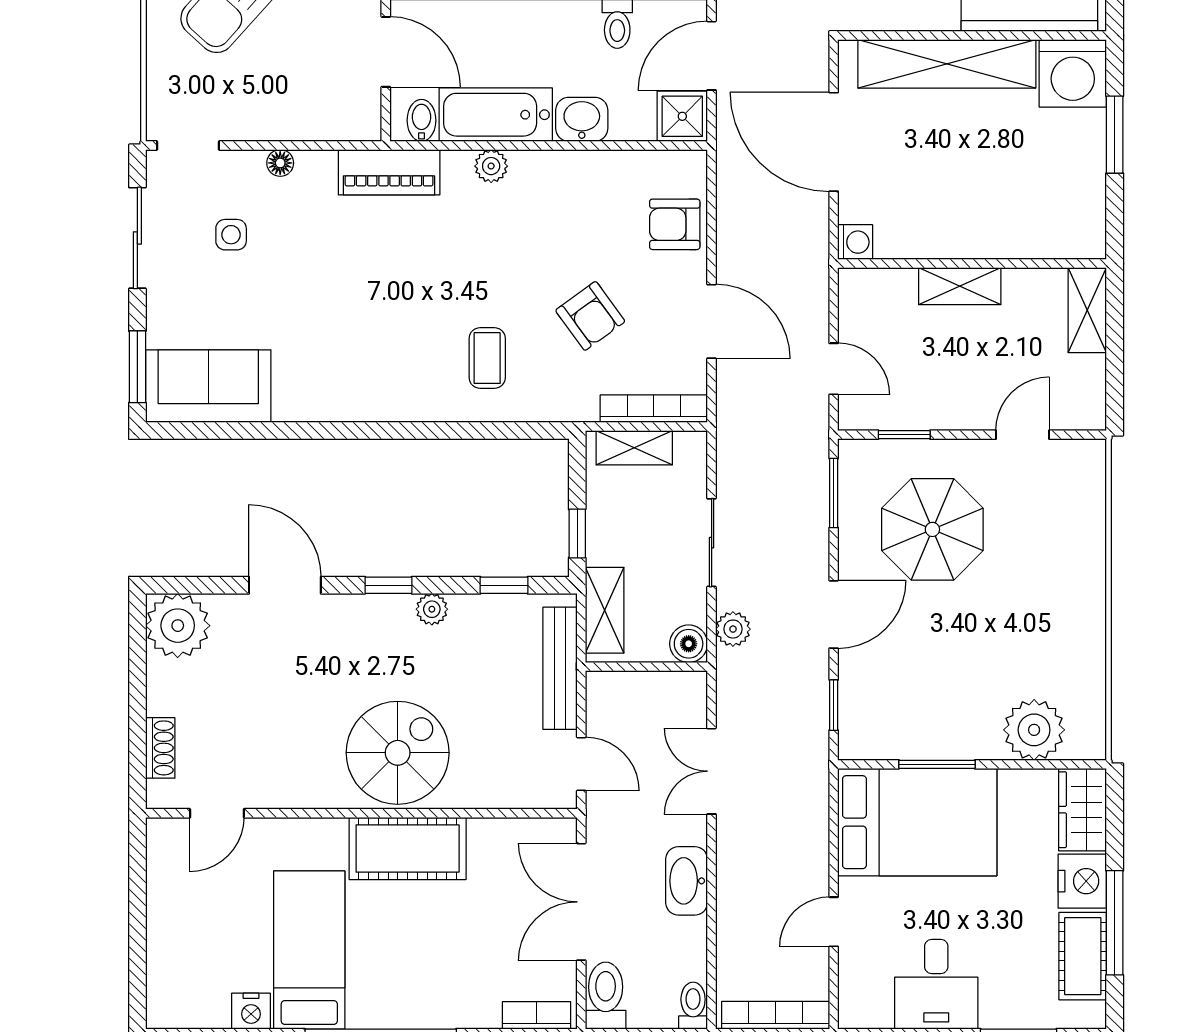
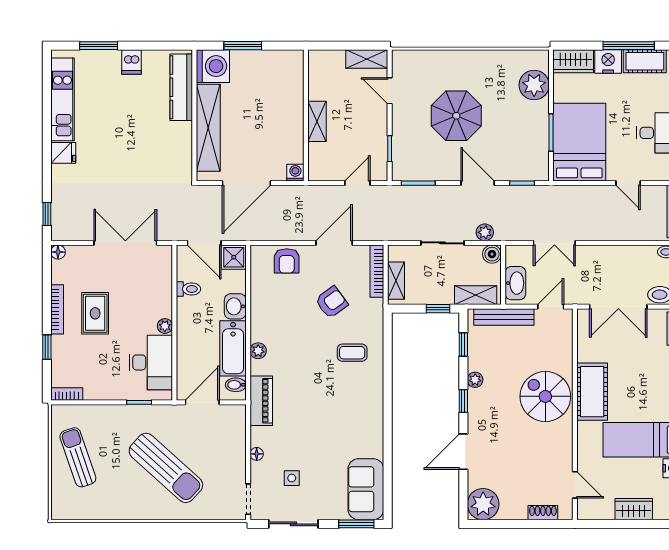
shelving: (1087, 310) -> (367, 59), moved
parasol: (932, 529) -> (456, 116), moved
washbasin: (687, 881) -> (515, 283), moved, turned -90
wardrobe: (168, 933) -> (634, 509), added

